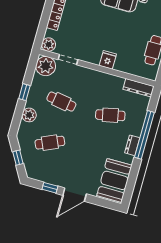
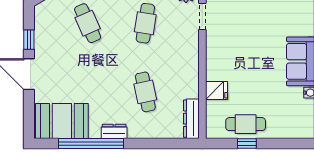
fridge: (108, 60) -> (217, 91), moved
window: (144, 135) -> (91, 144), moved

